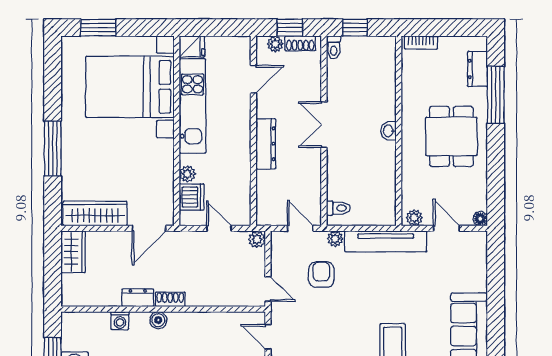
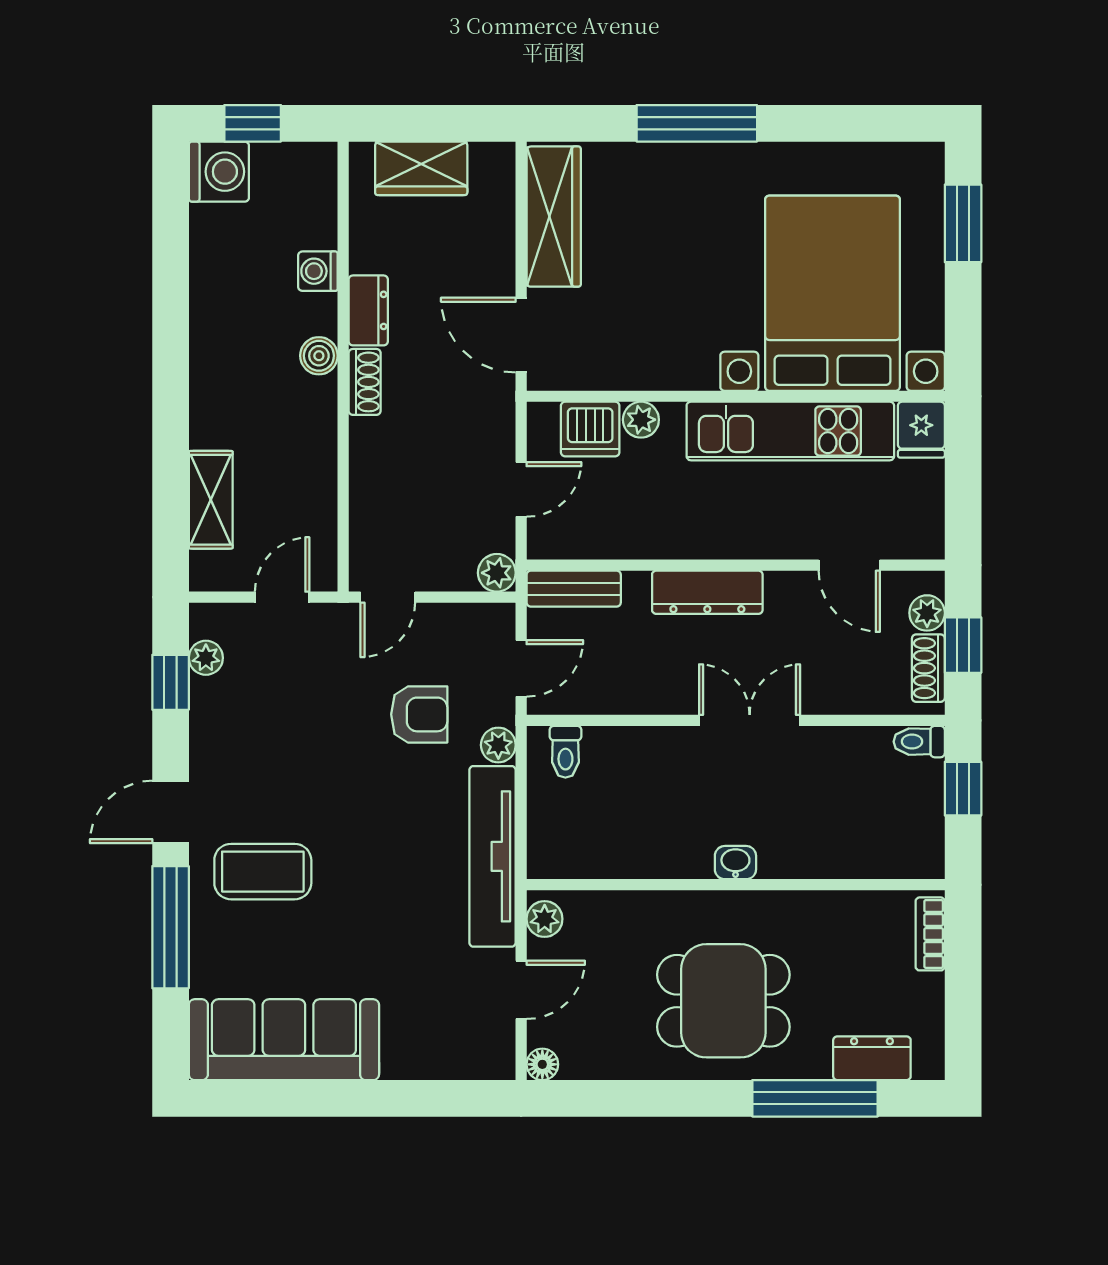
bench: (264, 204) -> (574, 589), added
wardrobe: (73, 252) -> (421, 168), moved

